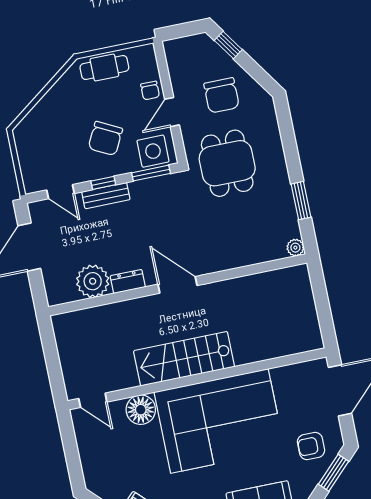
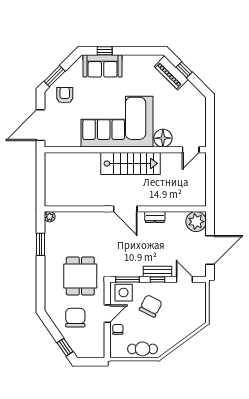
plant: (93, 281) -> (196, 222), moved
door: (93, 400) -> (191, 150), swing flipped
armchair: (311, 446) -> (65, 95), turned -90

